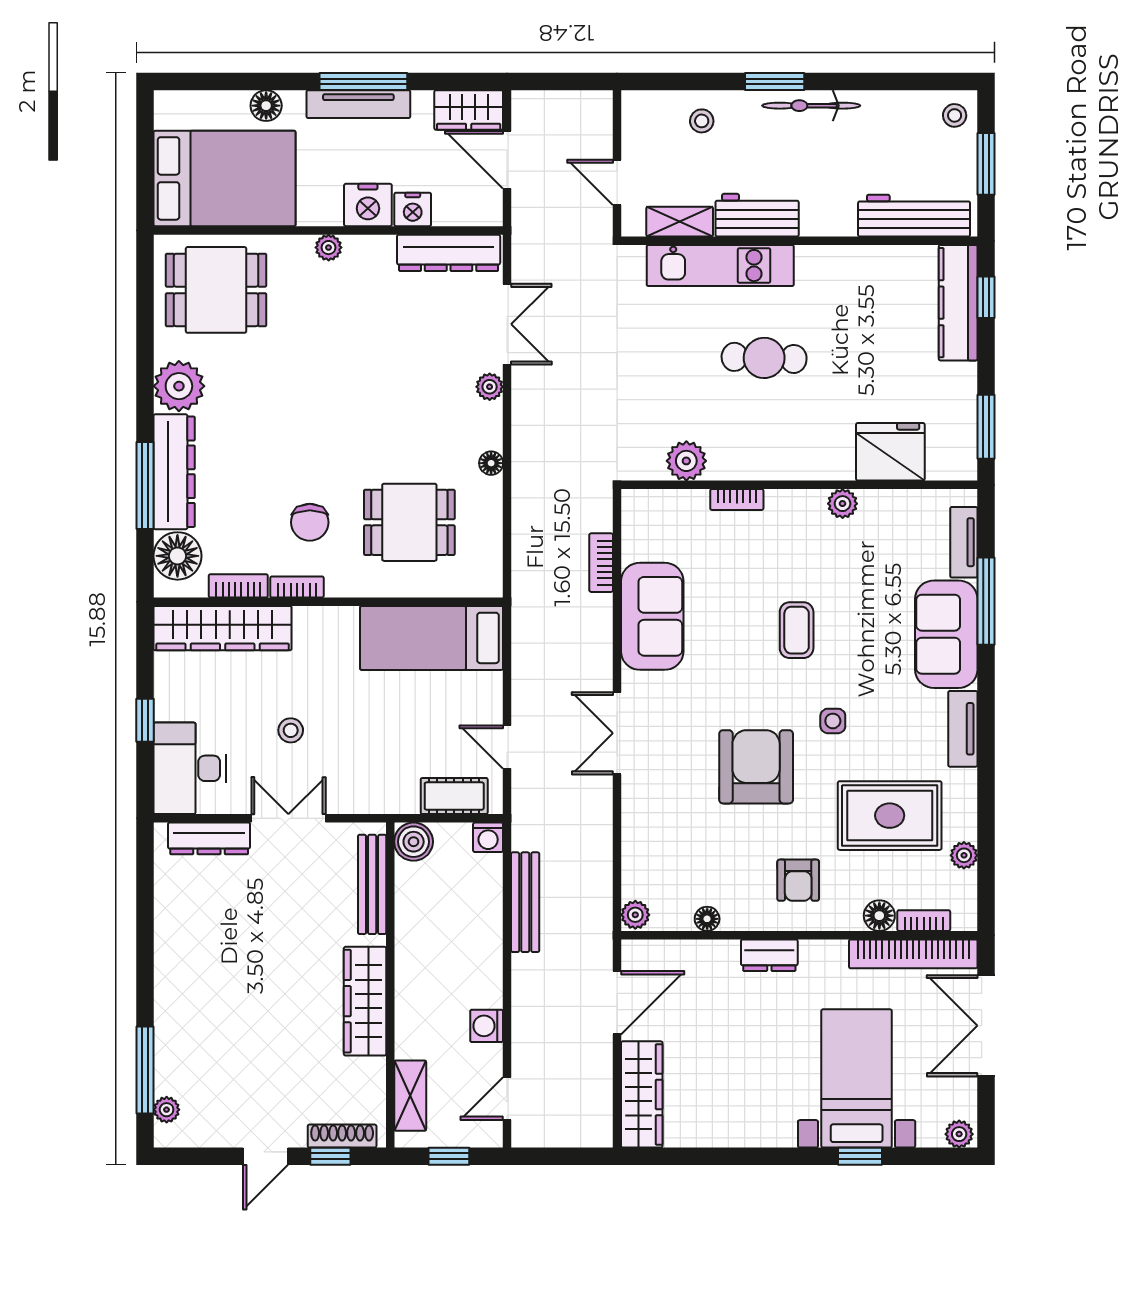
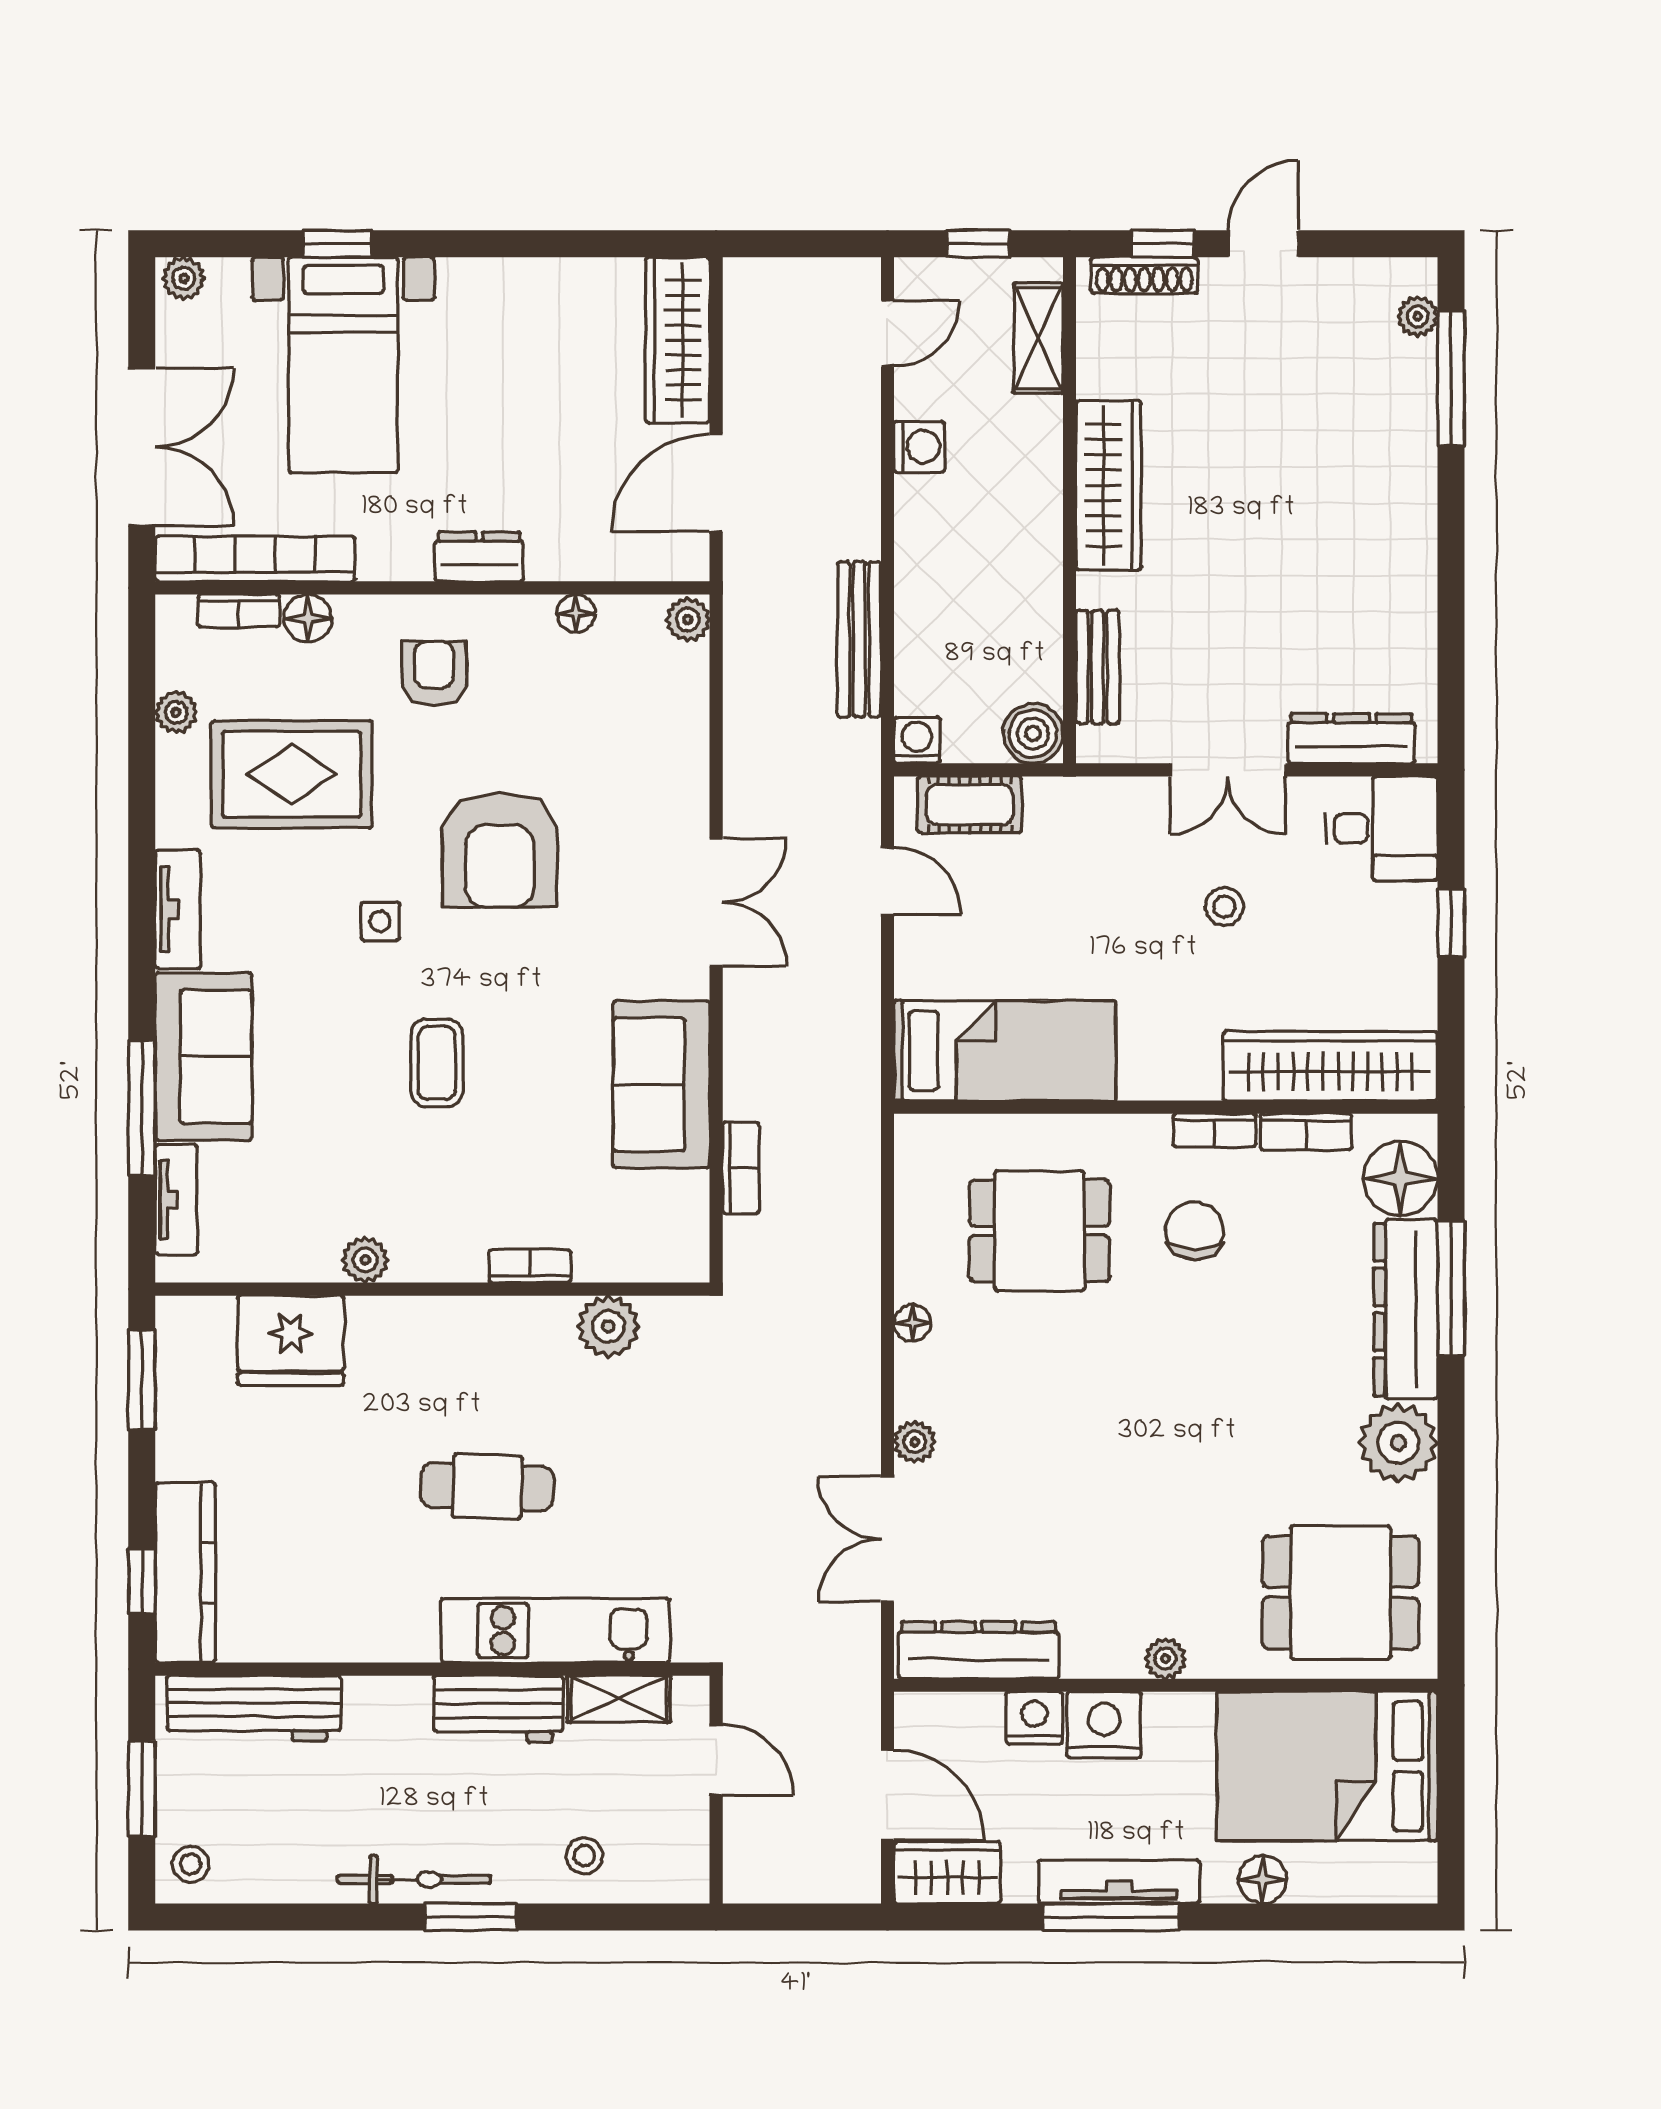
desk: (190, 768) -> (1382, 828), width x0.73
bench: (372, 884) -> (1098, 667), width x0.73

